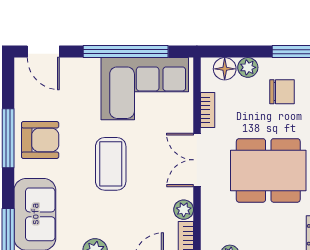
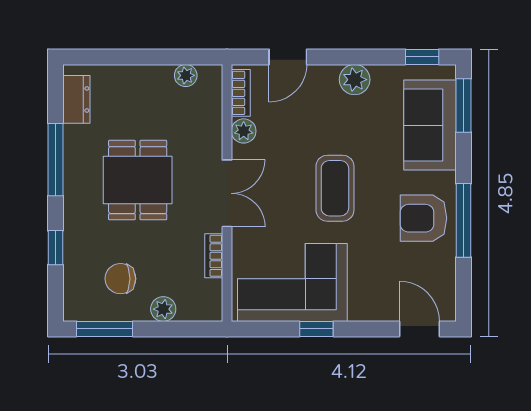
window: (126, 52) -> (316, 329), width x0.32
floor lamp: (225, 69) -> (192, 307), removed
dining table: (268, 170) -> (138, 180), width x0.73

